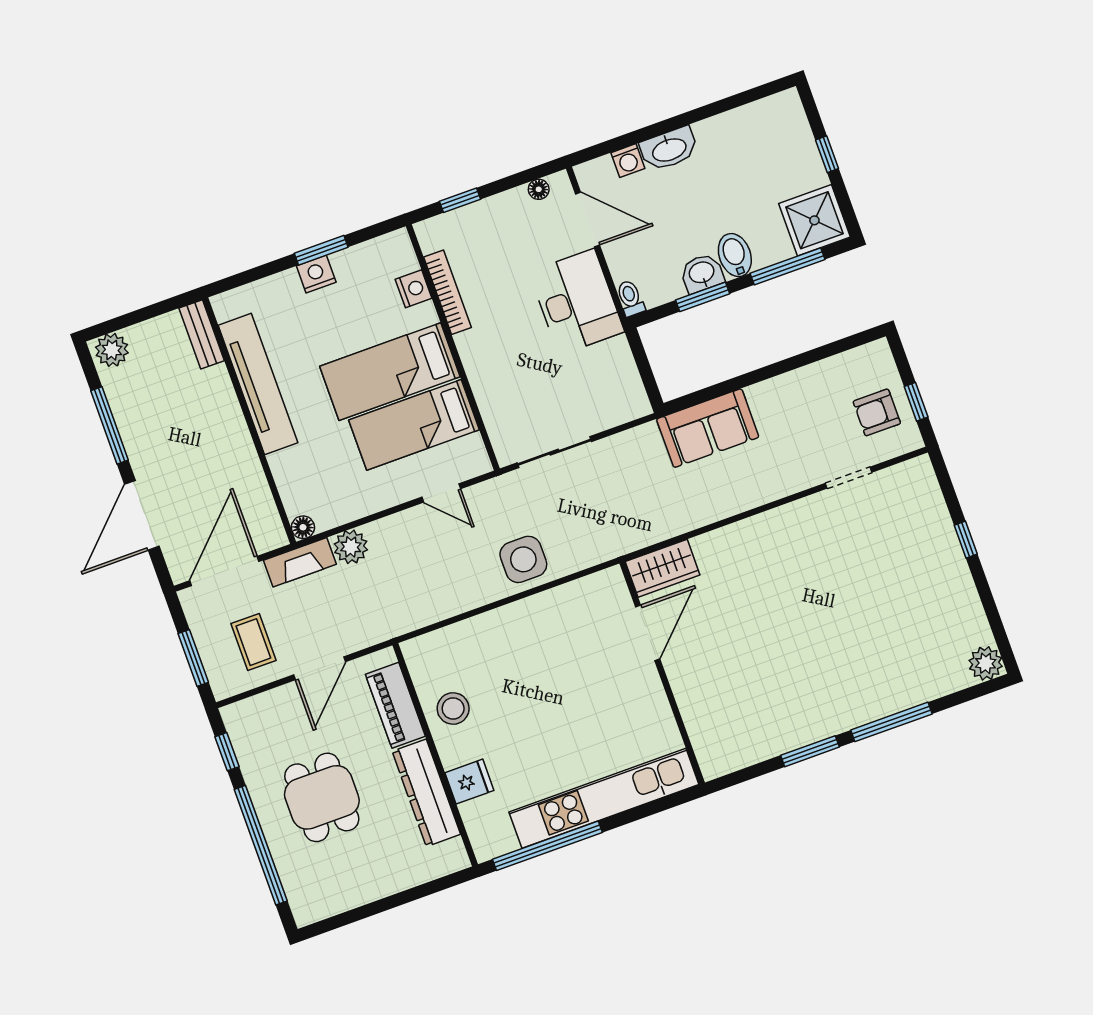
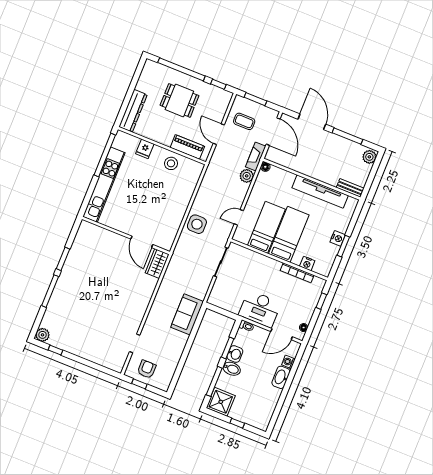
window: (966, 540) -> (55, 350), moved
dresser: (426, 793) -> (133, 111), moved, turned 90

